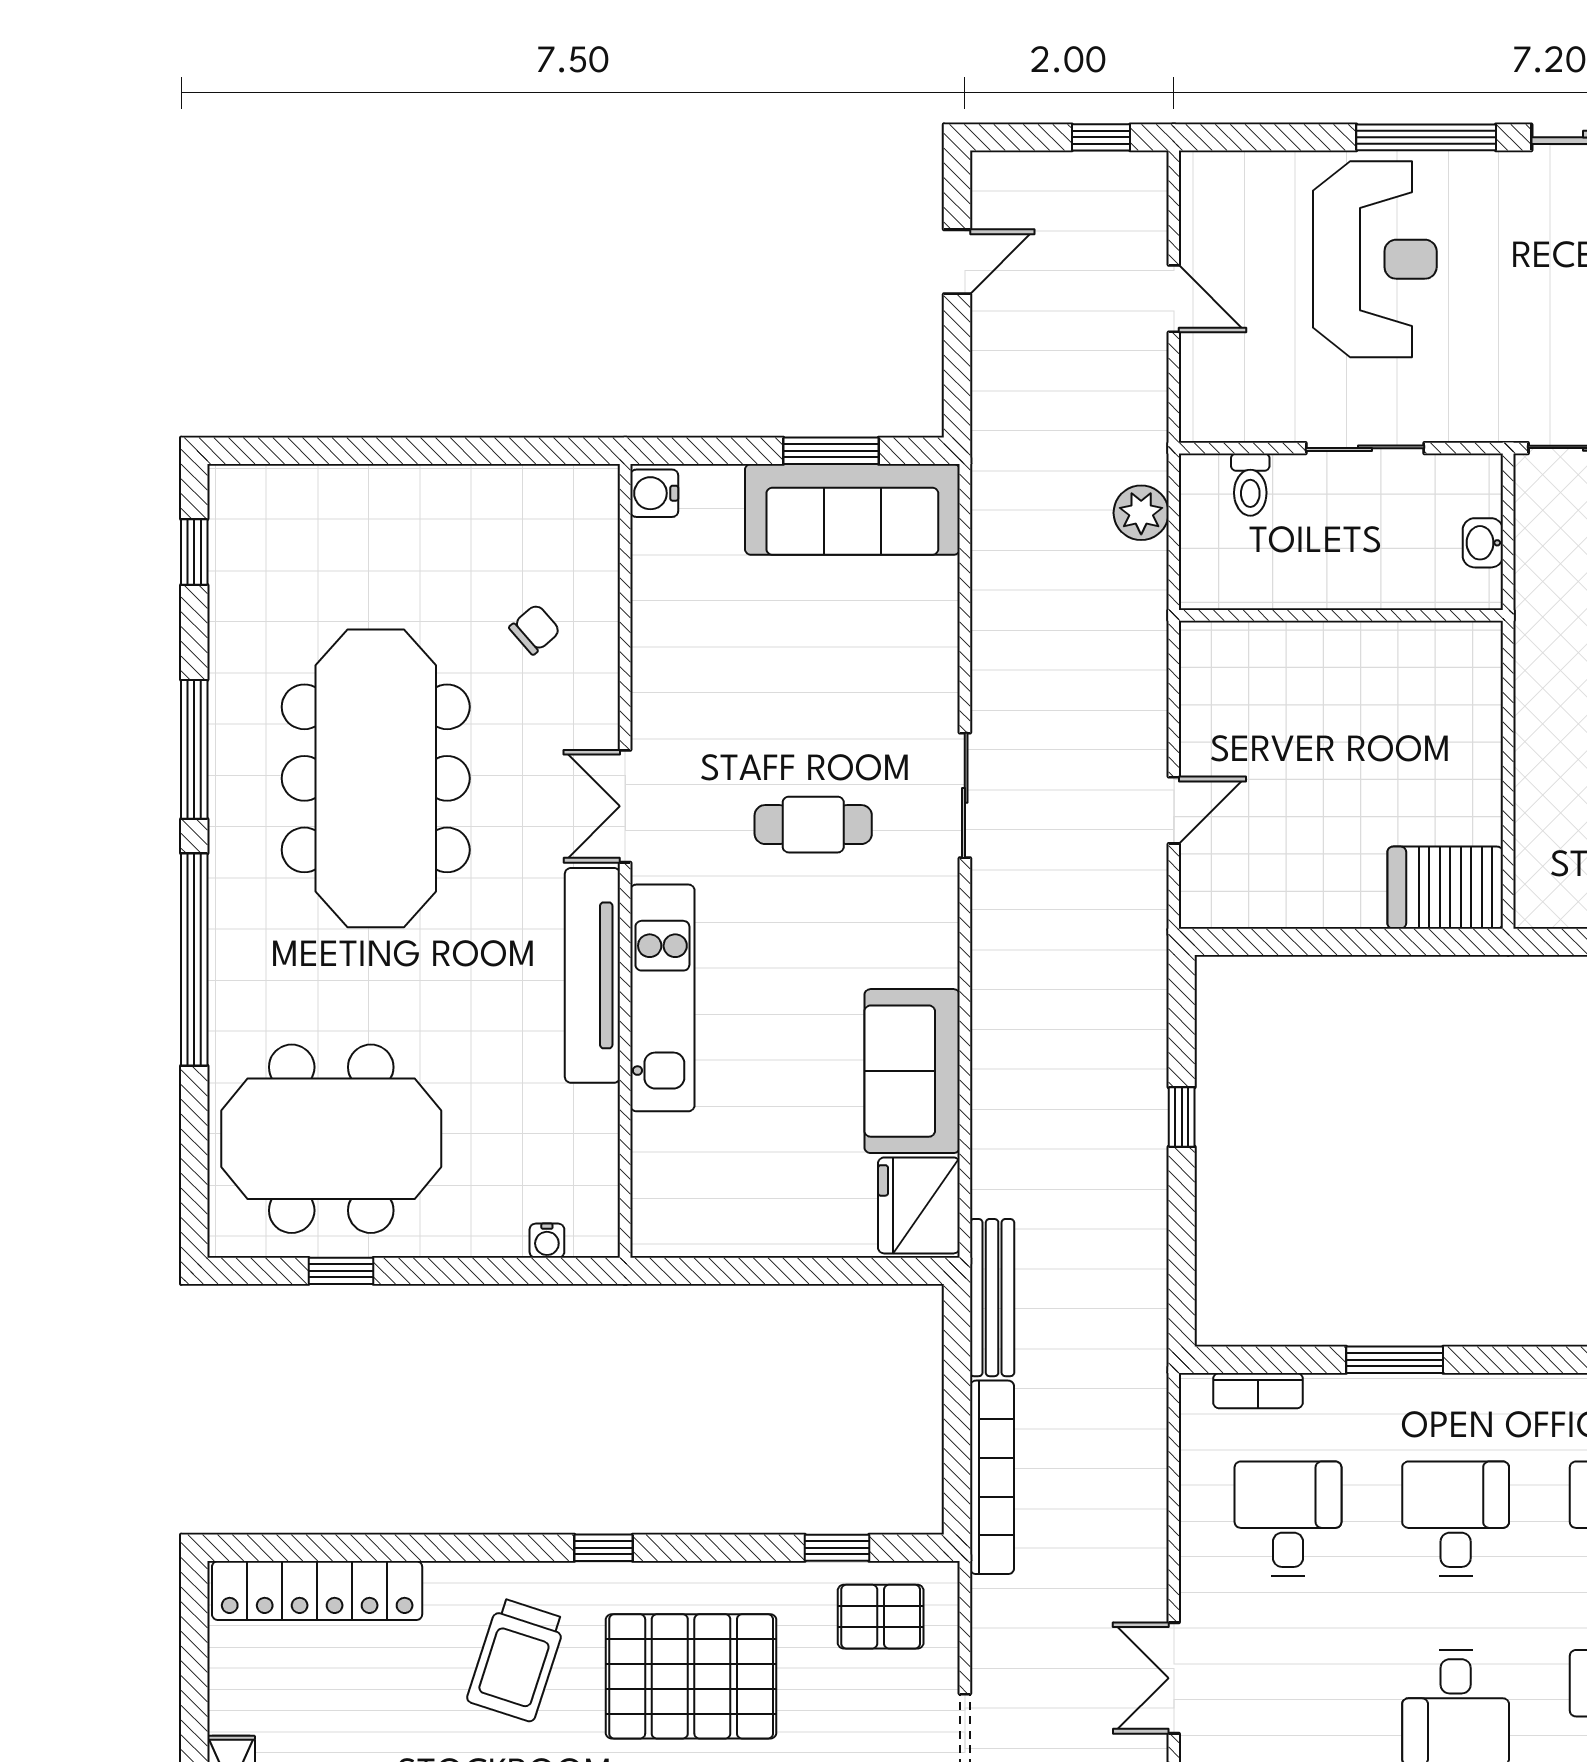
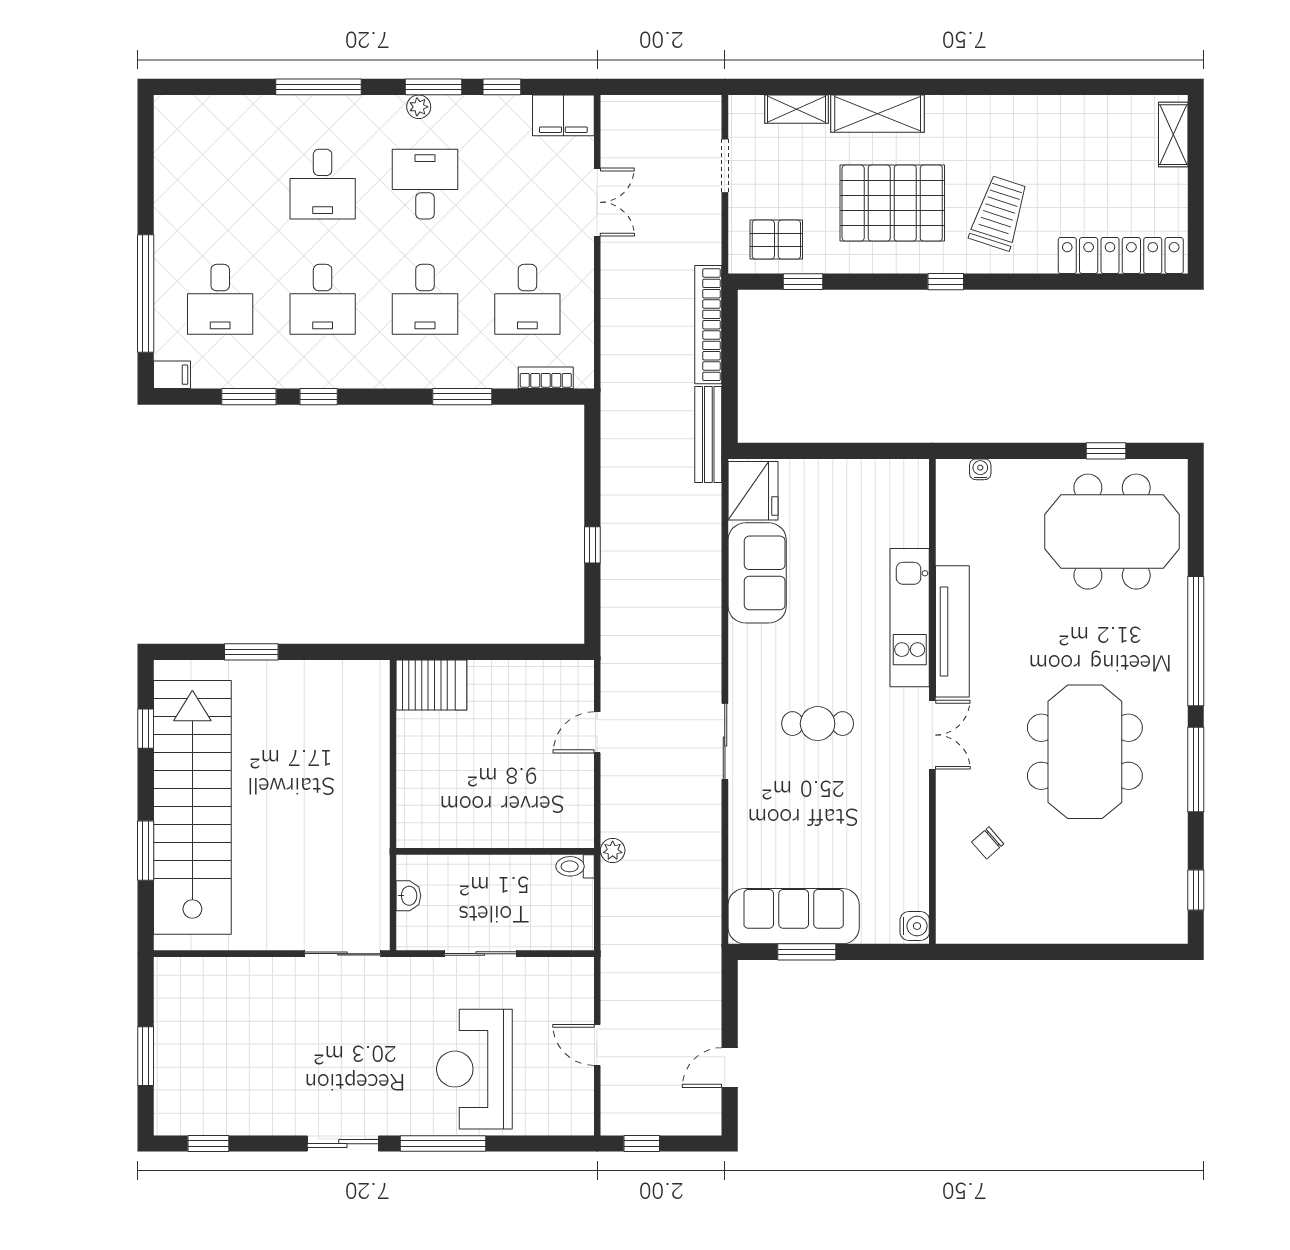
toilet: (1250, 485) -> (575, 866), moved, turned -90
plant: (1141, 513) -> (613, 850), moved, width x0.73, depth x0.73
meeting table: (376, 778) -> (1085, 752), width x0.73

